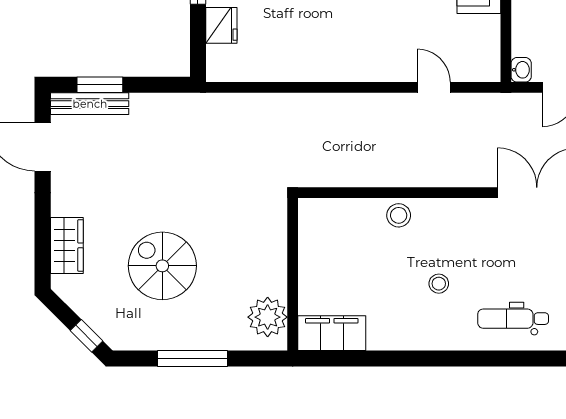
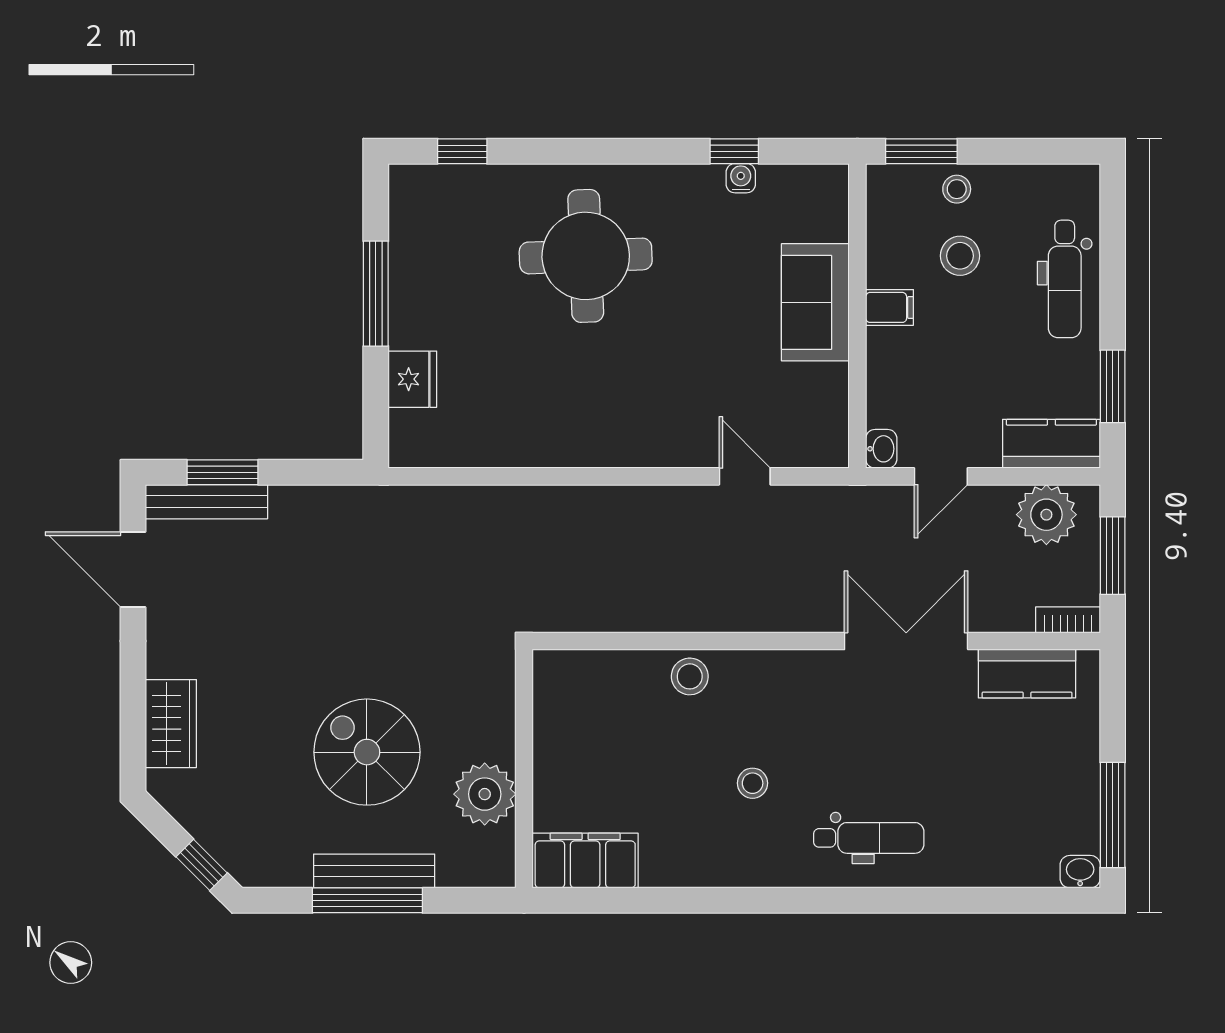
spiral stairs: (162, 266) -> (367, 752), moved
plant: (268, 317) -> (485, 794), moved
dental chair: (513, 319) -> (869, 838), turned 180
bench: (197, 340) -> (374, 871), added

